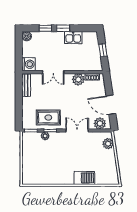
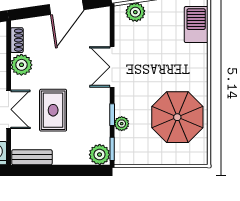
rug: (48, 118) -> (53, 110), moved
plant: (100, 123) -> (100, 155), moved
parasol: (49, 167) -> (177, 117), added
barbecue: (84, 178) -> (196, 25), moved

